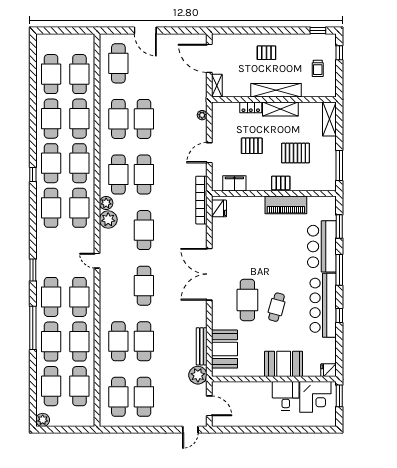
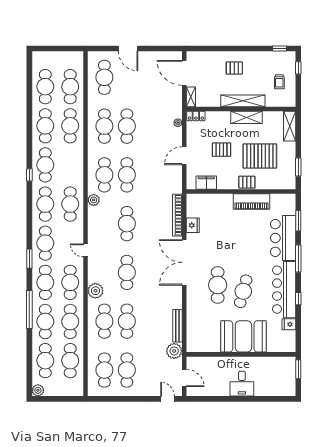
locker: (251, 107) -> (196, 116), moved
pallet: (295, 153) -> (260, 156), width x1.37, depth x1.41
cafe table: (79, 163) -> (45, 243), moved
window: (339, 166) -> (298, 167), width x0.69
bookcase: (201, 200) -> (177, 215), moved
fridge: (219, 208) -> (193, 225), moved
plant: (108, 219) -> (95, 291), moved
cafe table: (277, 307) -> (243, 291), width x1.37, depth x1.35
booth: (225, 349) -> (198, 328), removed
booth: (284, 364) -> (243, 336), width x1.36, depth x1.42
fridge: (329, 370) -> (289, 324), moved
desk: (286, 396) -> (242, 384), moved, turned 180
corner desk: (315, 397) -> (277, 370), removed
door: (190, 430) -> (168, 399), swing flipped

